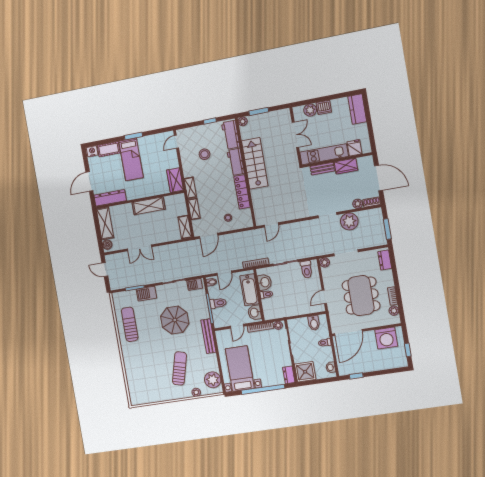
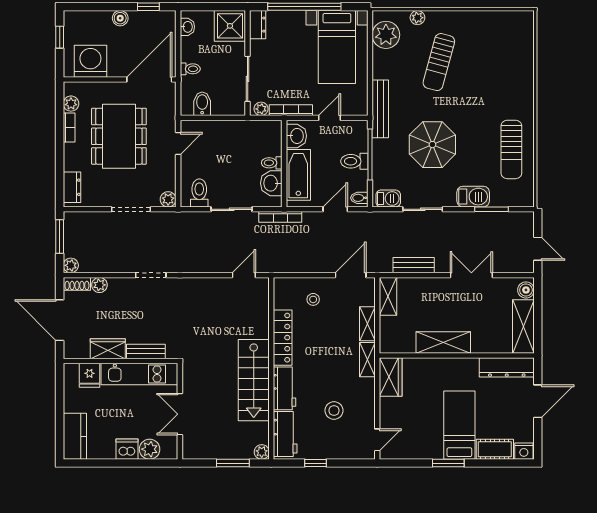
plant: (349, 221) -> (71, 265), moved, width x0.53, depth x0.53
bench: (173, 248) -> (414, 265), added
boiler: (372, 367) -> (120, 18), added

